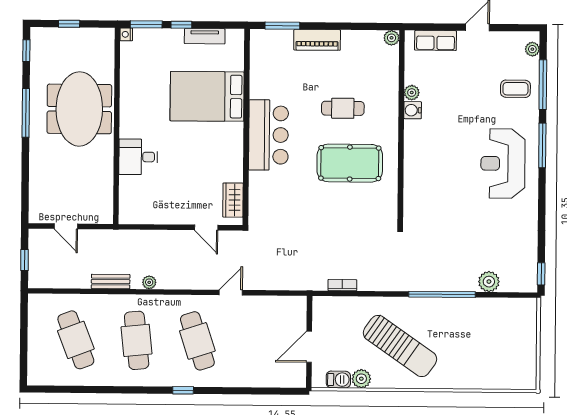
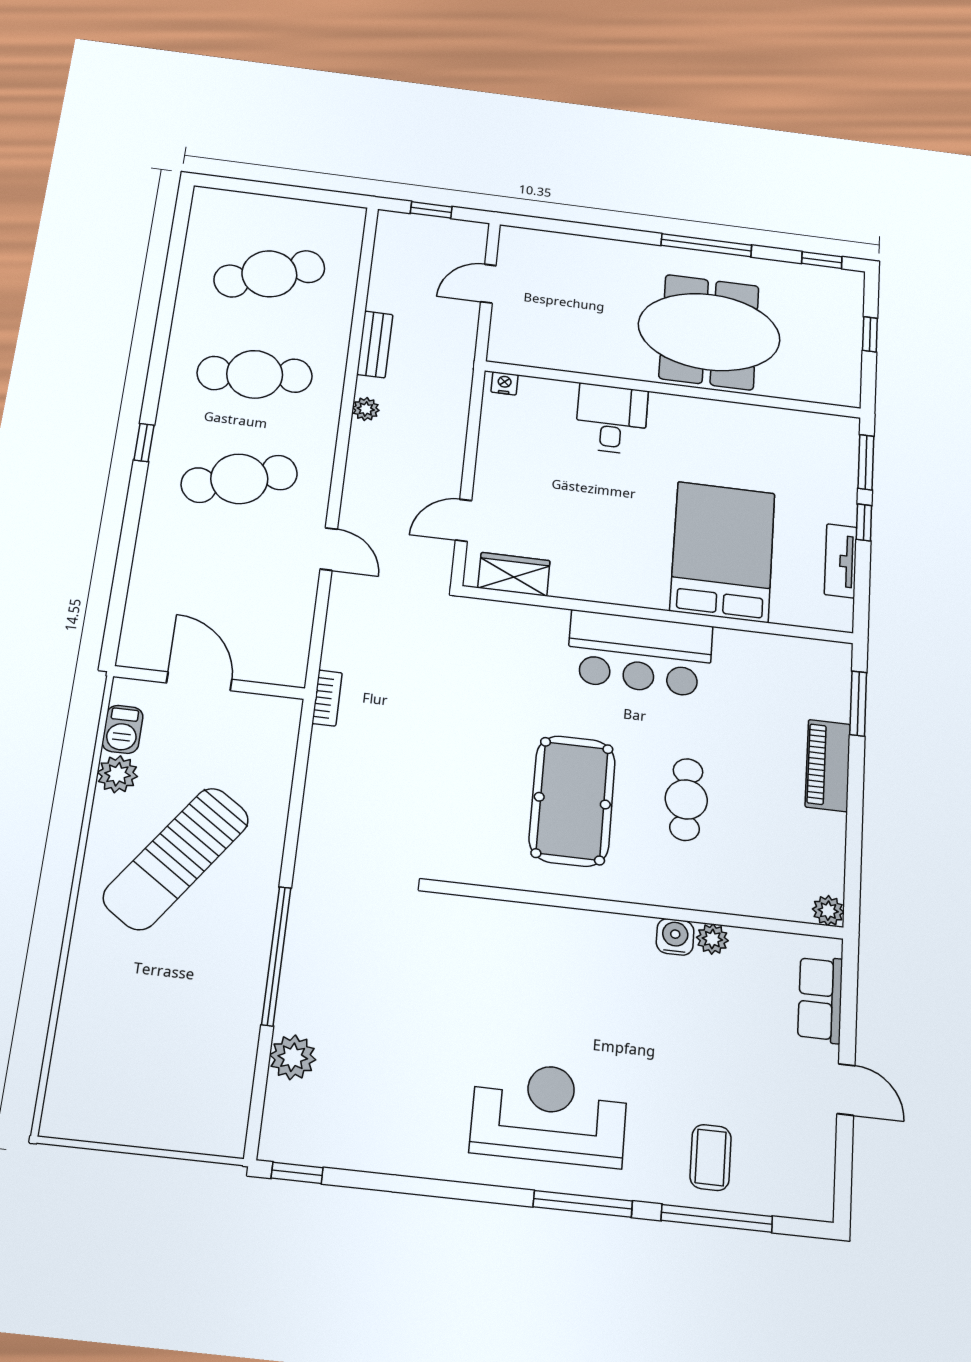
nightstand: (126, 34) -> (504, 383), moved
plant: (532, 49) -> (796, 1203), removed
bookcase: (342, 285) -> (327, 698), moved

